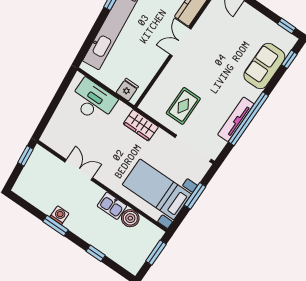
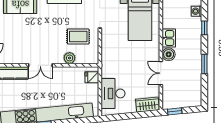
plant: (166, 80) -> (70, 58), added
wardrobe: (141, 125) -> (147, 105), moved, turned -96
washing machine: (59, 215) -> (197, 11), moved
boiler: (130, 218) -> (169, 54), moved

